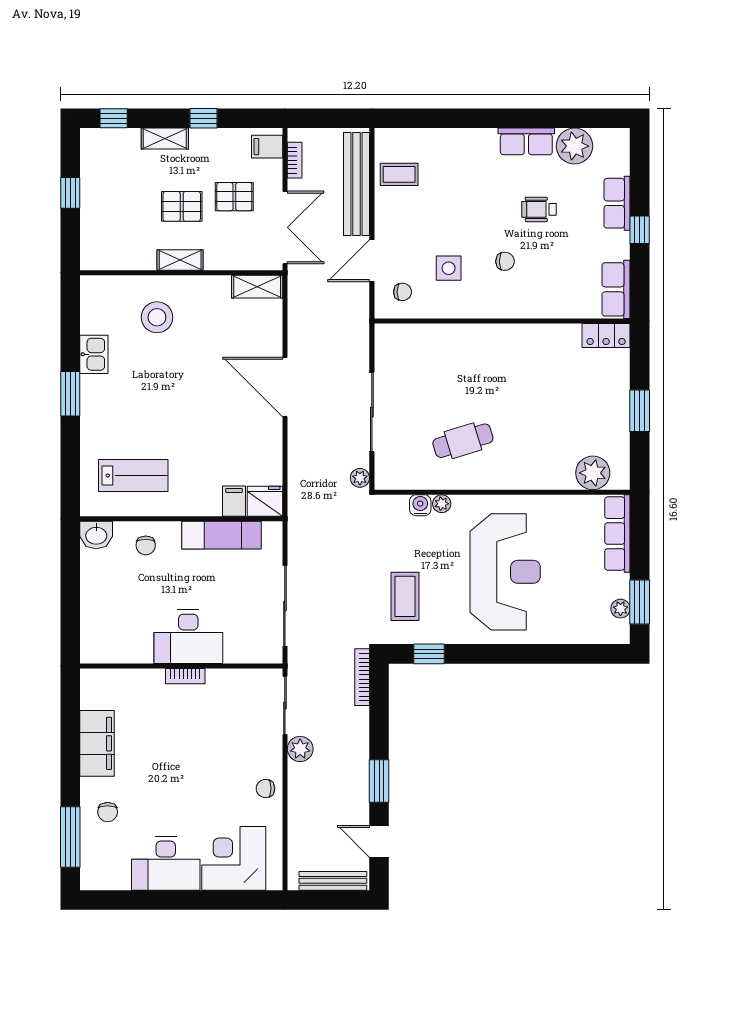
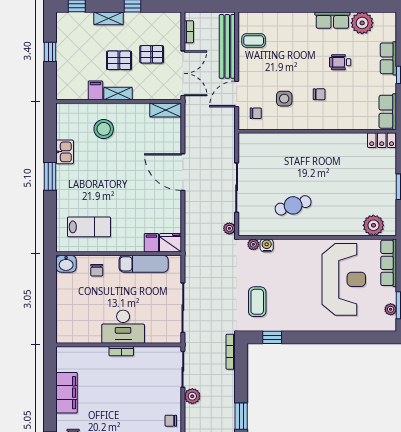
filing cabinet: (267, 147) -> (95, 90), moved, turned 90
plant: (442, 504) -> (253, 244), moved
reception desk: (505, 572) -> (344, 279), moved

